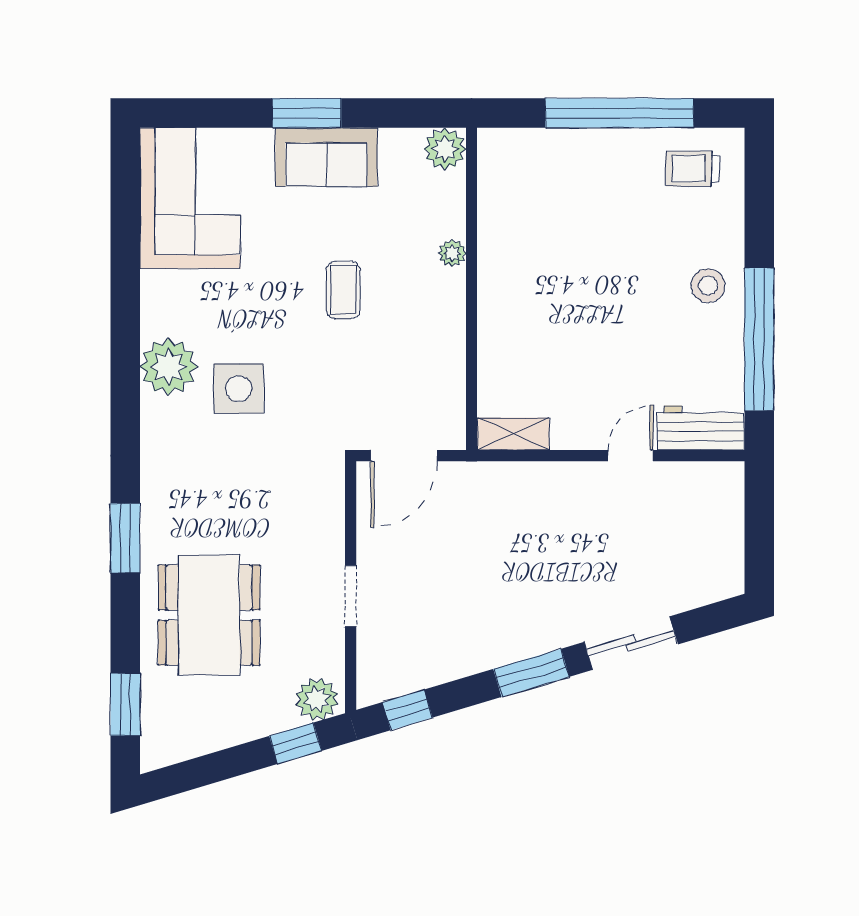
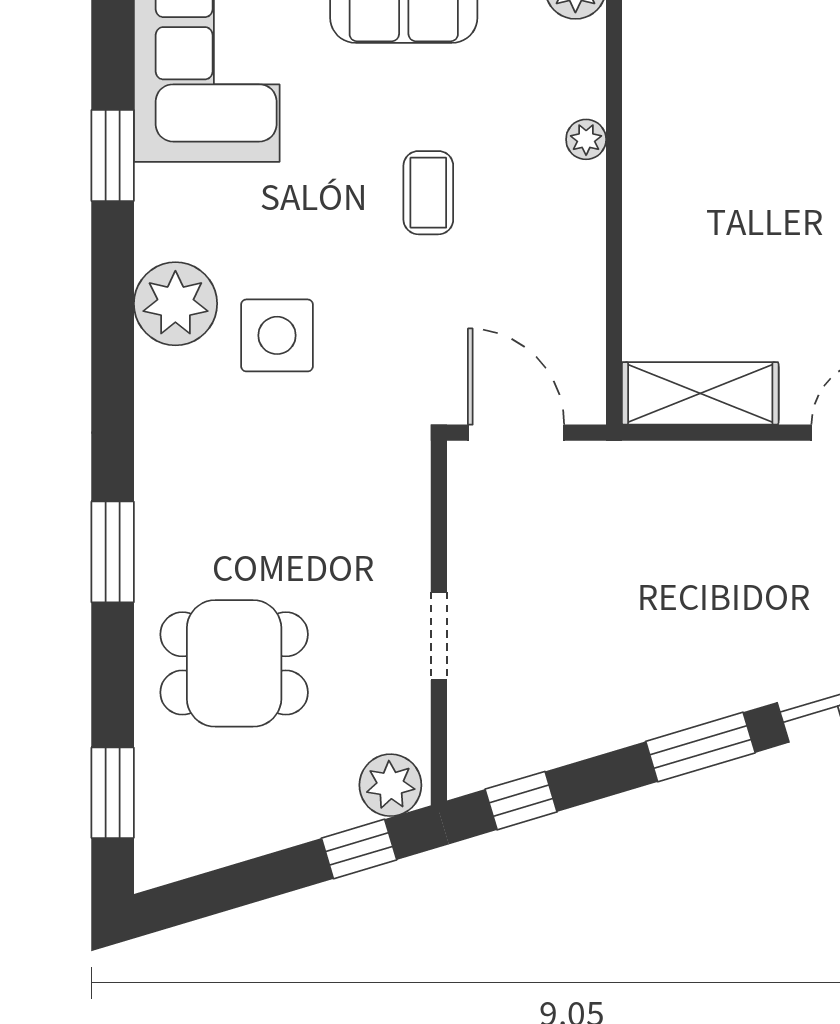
window: (125, 264) -> (113, 156), added
shelving: (513, 434) -> (700, 393), width x1.50, depth x1.33
door: (404, 456) -> (516, 433), swing flipped
dining table: (209, 615) -> (234, 663), width x0.73

